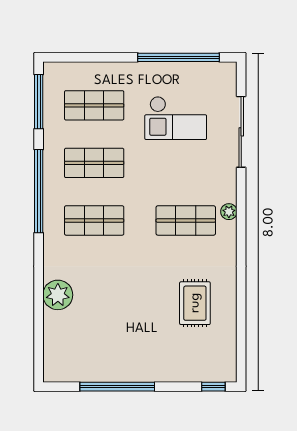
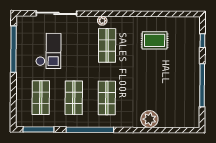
window: (213, 387) -> (202, 41), moved

